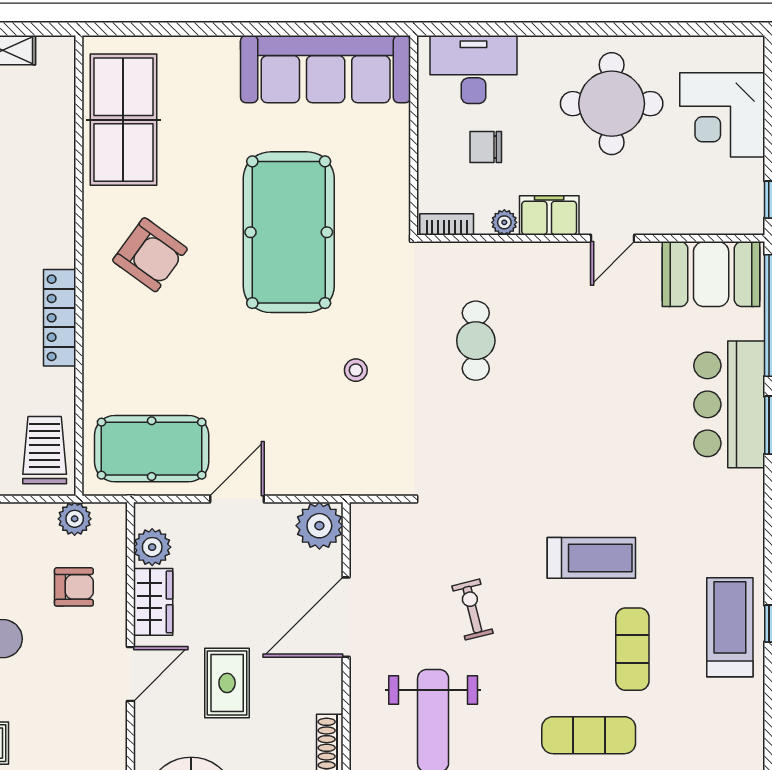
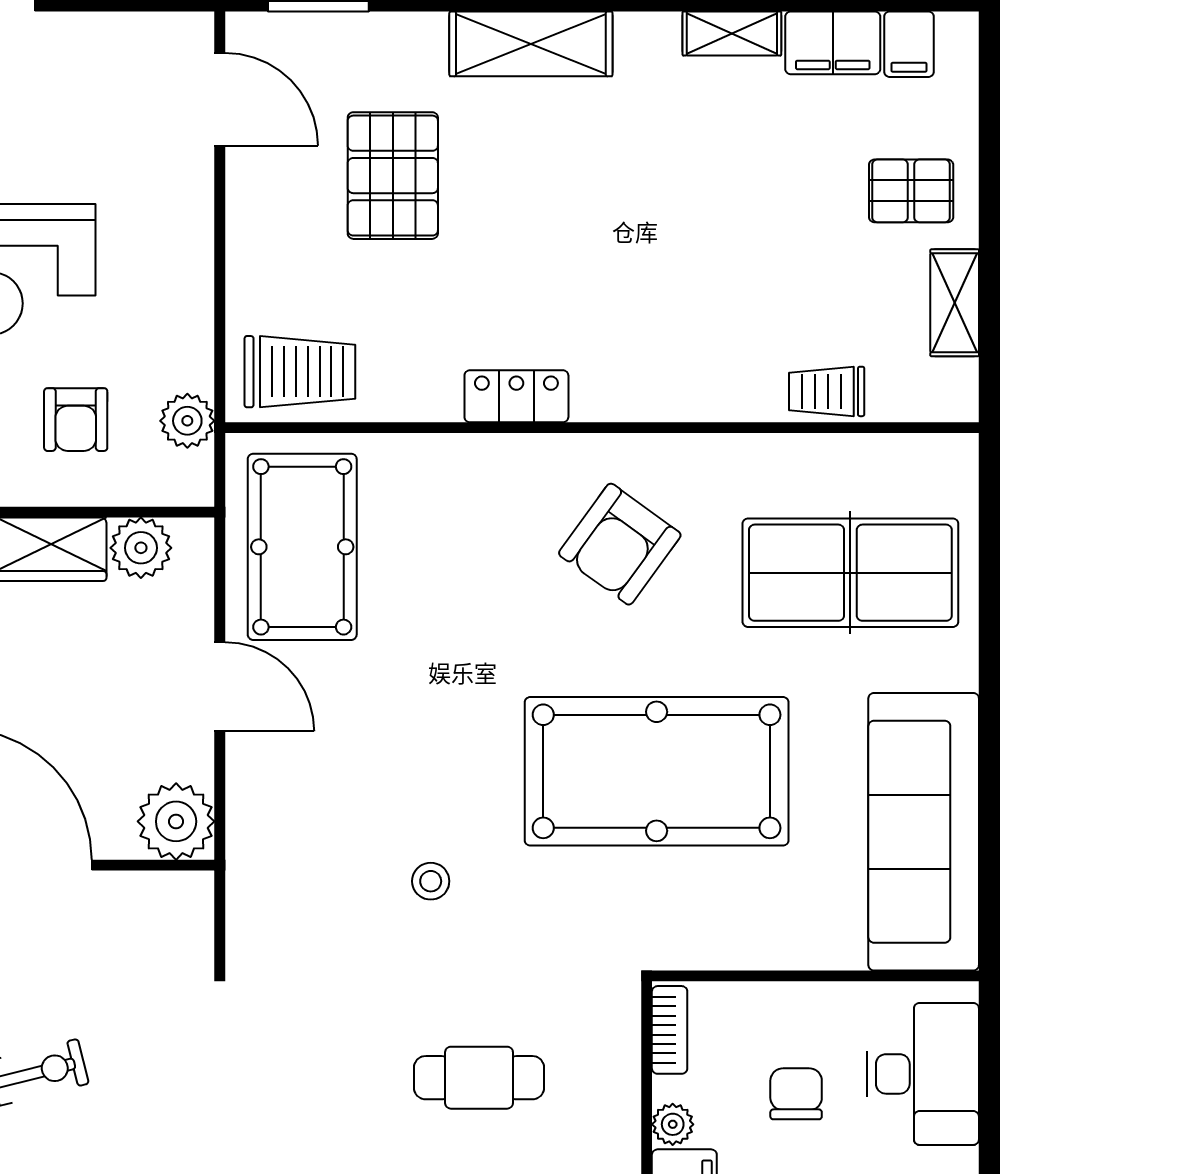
table tennis table: (123, 120) -> (850, 573), moved
trolley: (57, 128) -> (827, 391), added
locker: (60, 318) -> (516, 396), width x0.66

